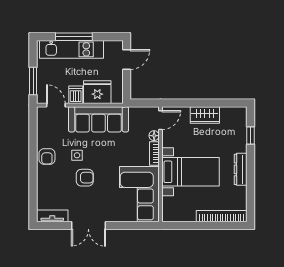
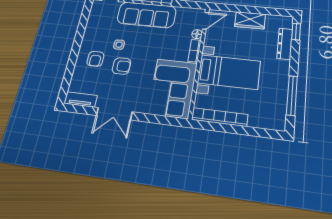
window: (250, 135) -> (296, 32), moved
armchair: (47, 156) -> (95, 59), moved
dresser: (241, 169) -> (285, 44), moved
window: (250, 188) -> (292, 96), added
bookcase: (222, 216) -> (219, 117), moved

